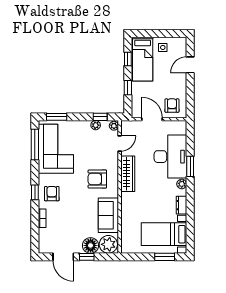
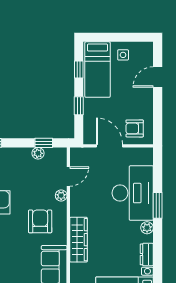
armchair: (172, 106) -> (135, 128), turned -90
plant: (114, 126) -> (61, 196), moved
wardrobe: (128, 174) -> (79, 240), moved
armchair: (97, 179) -> (40, 221), turned 90

